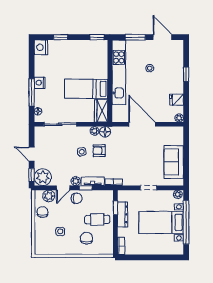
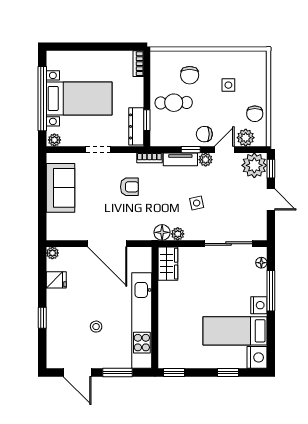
bed: (86, 89) -> (235, 331), moved, turned 180
armchair: (99, 151) -> (129, 187), moved
dresser: (123, 214) -> (136, 126), moved

